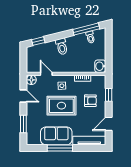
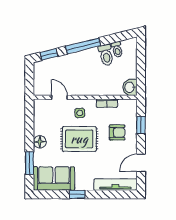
window: (86, 29) -> (83, 46), moved
toilet: (62, 47) -> (106, 55), moved
floor lamp: (31, 80) -> (40, 142), moved
door: (23, 96) -> (29, 126), removed
sofa: (56, 136) -> (54, 179), moved
window: (60, 148) -> (77, 194), width x0.46

